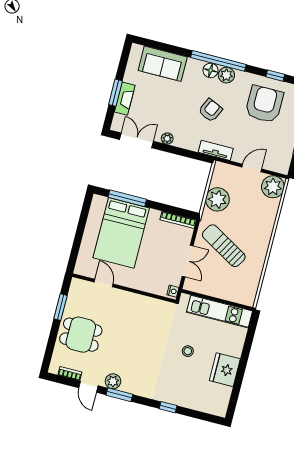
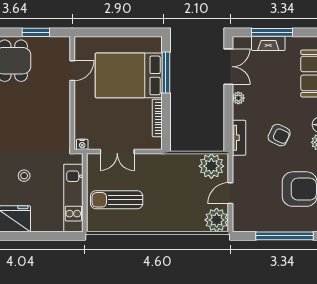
window: (116, 93) -> (272, 32), width x1.44
tv unit: (216, 150) -> (239, 138), moved
door: (252, 168) -> (230, 193), swing flipped
plant: (217, 199) -> (211, 166), moved
bookcase: (178, 220) -> (157, 118), moved
sun lounger: (224, 246) -> (117, 200), moved, turned -120

